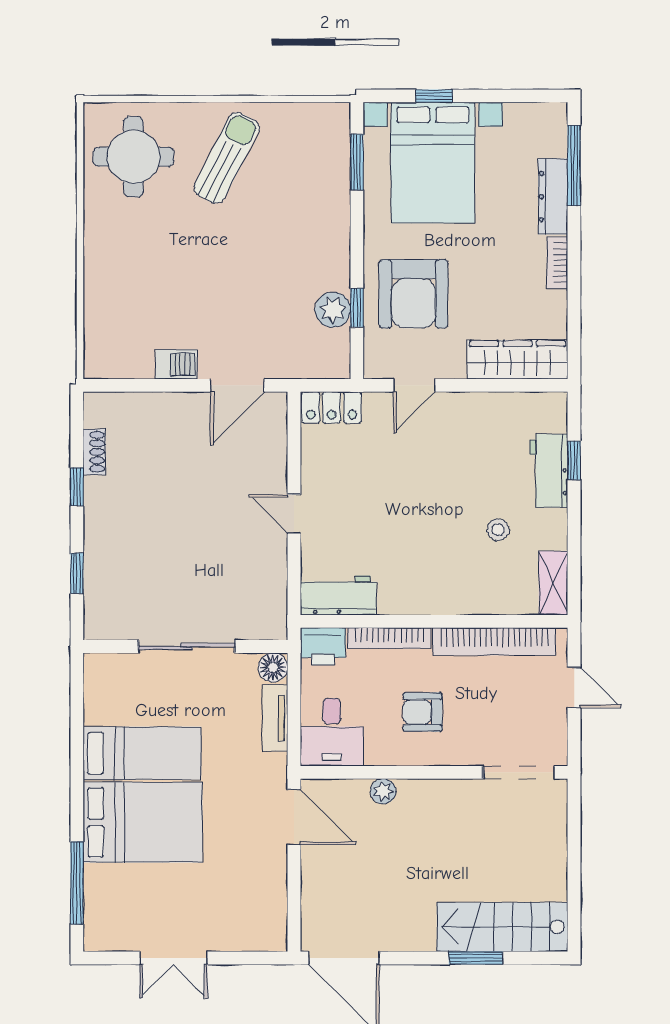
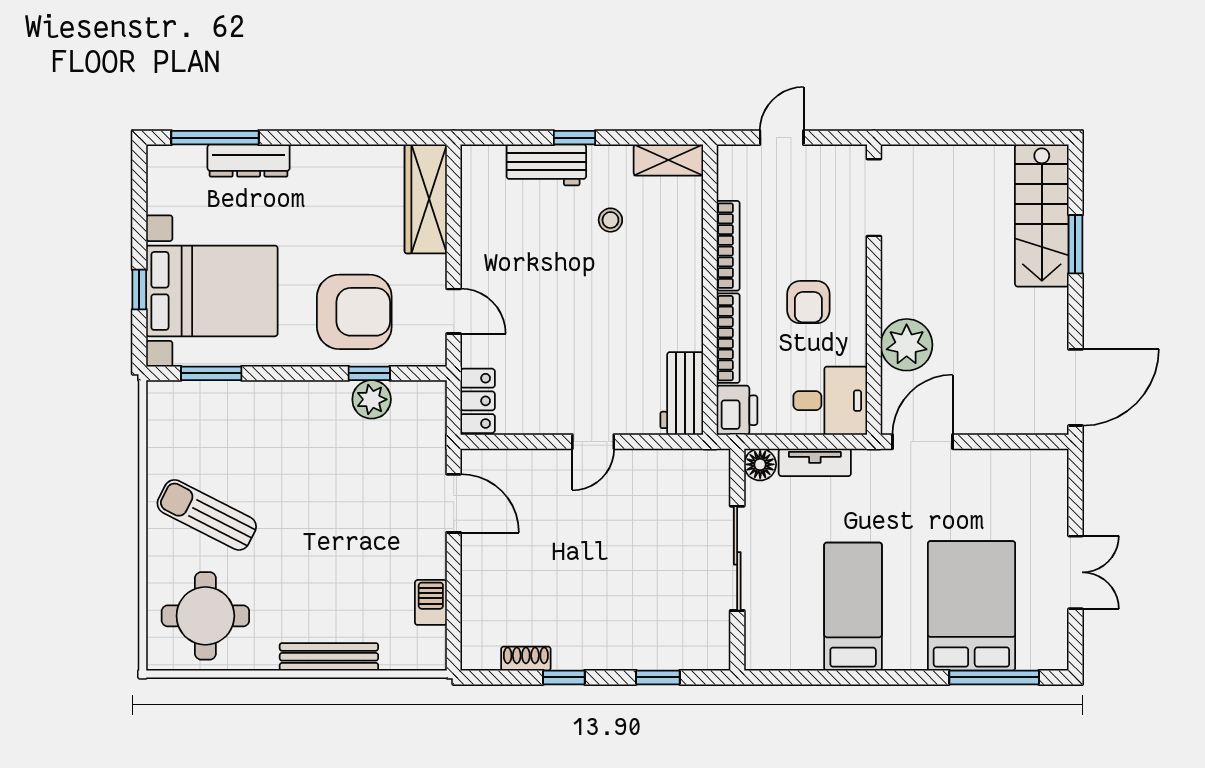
bookcase: (557, 263) -> (321, 156), removed
bench: (96, 270) -> (329, 657), added
barbecue: (176, 364) -> (431, 602), moved
window: (574, 460) -> (575, 138), moved
bookcase: (494, 641) -> (728, 246), width x0.68, depth x0.76
plant: (383, 791) -> (907, 345), width x1.87, depth x1.87
bed: (143, 822) -> (971, 606), moved

